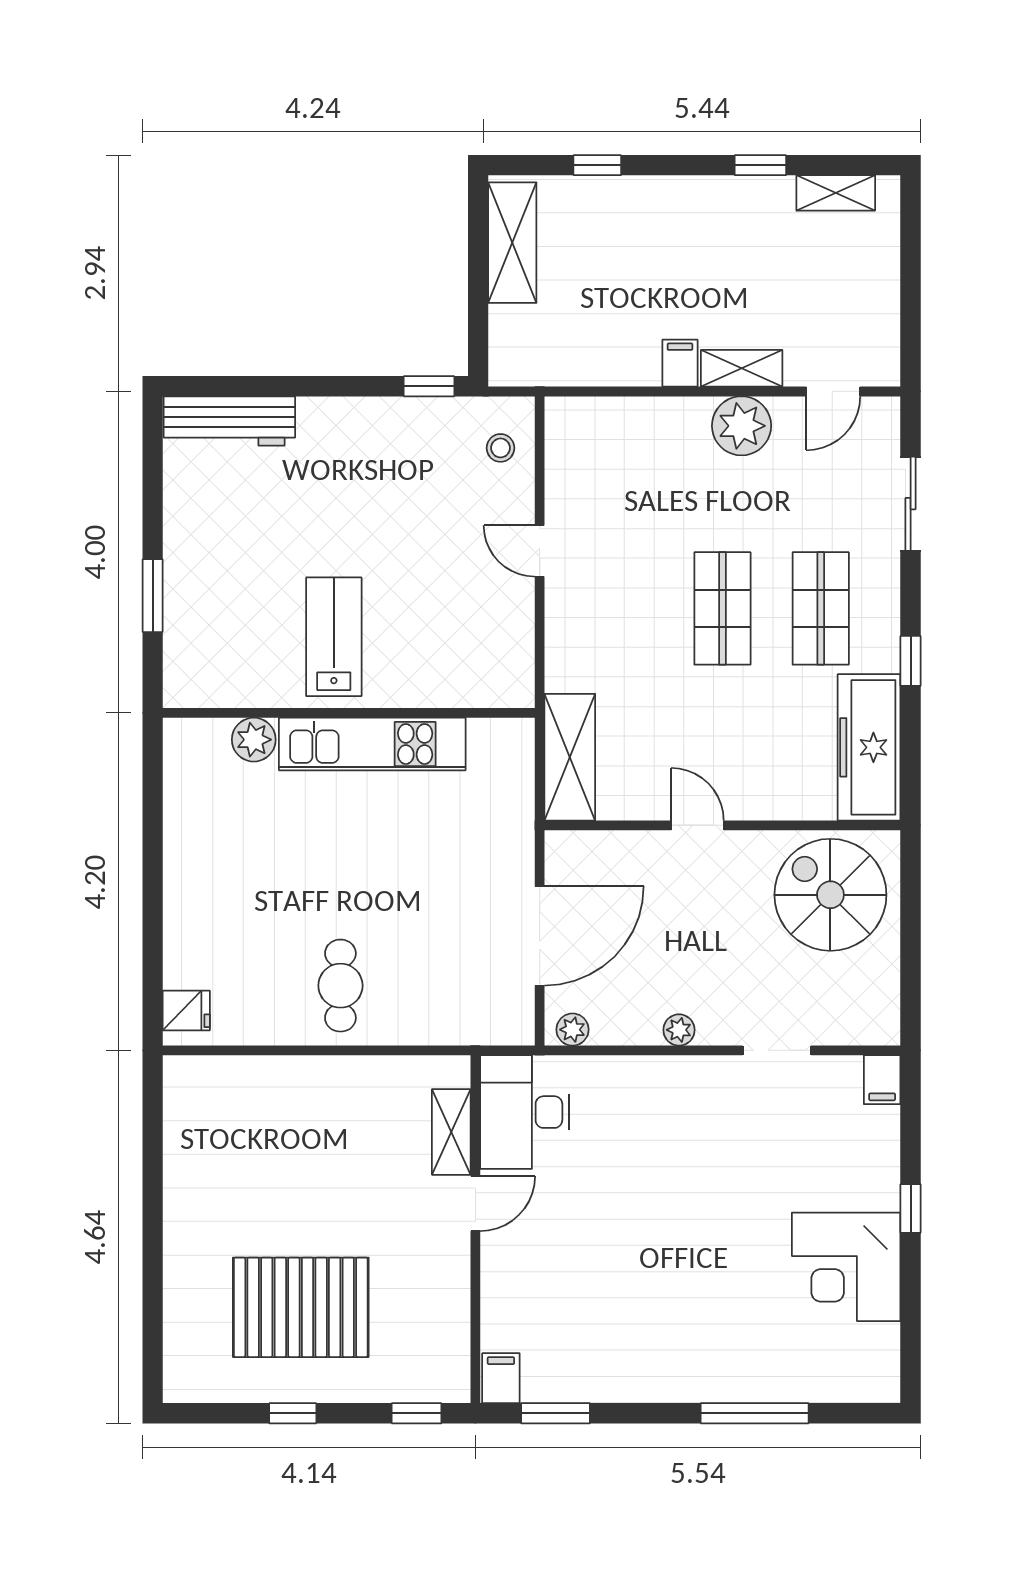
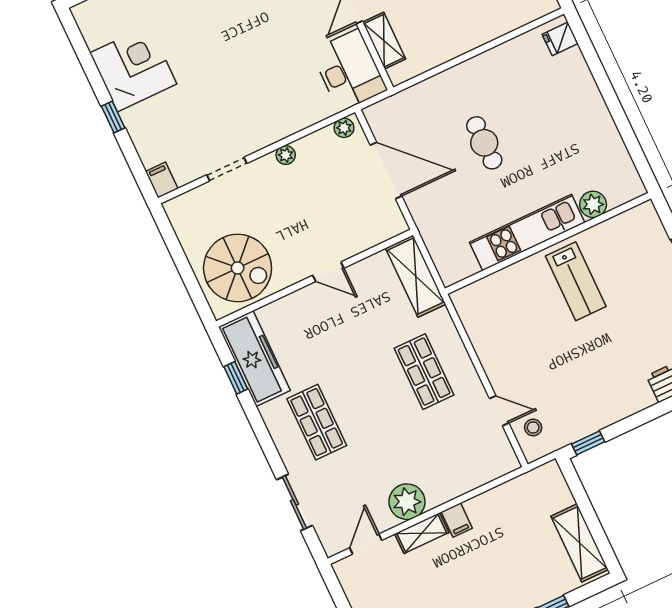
door: (540, 551) -> (499, 411), moved
shop shelf: (722, 608) -> (424, 372), moved
window: (911, 661) -> (236, 378), moved
door: (540, 936) -> (386, 171), swing flipped
cafe table: (340, 986) -> (484, 143), moved

